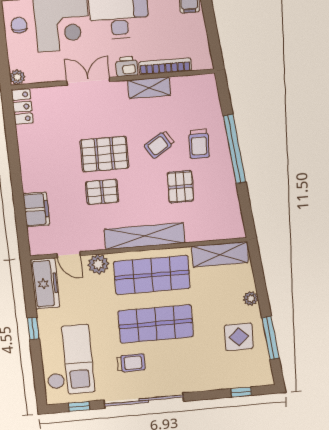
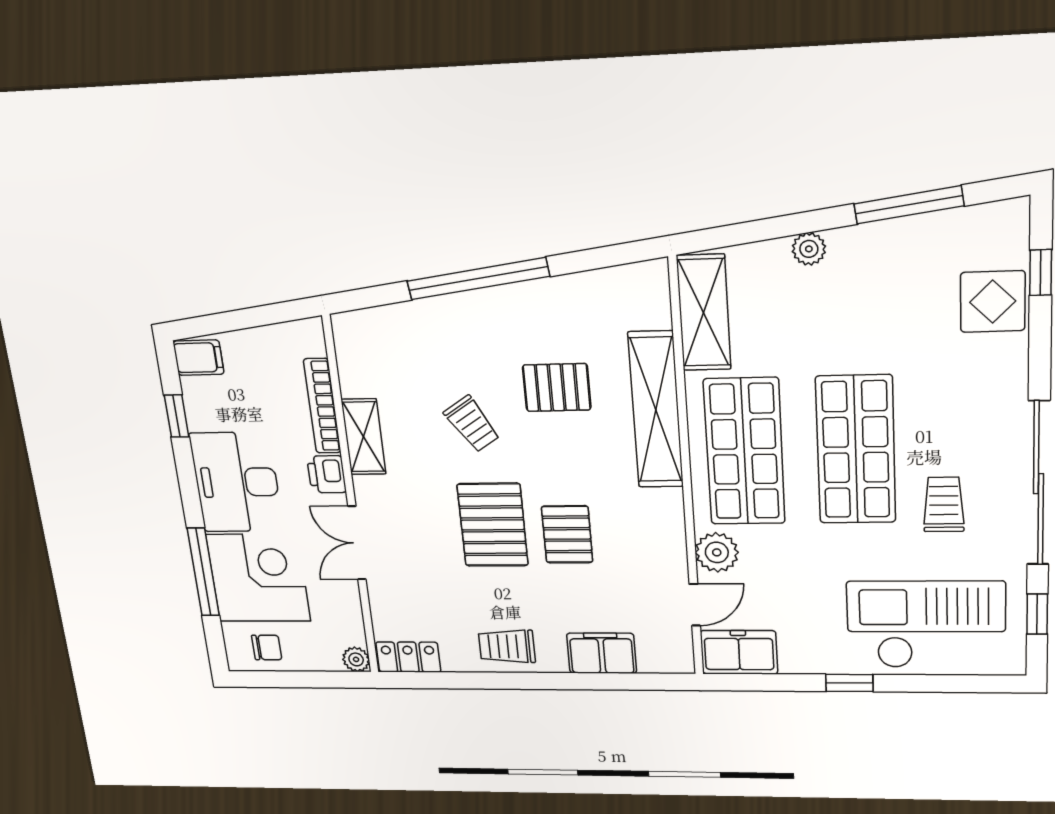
chair: (19, 25) -> (267, 647), turned 180
trolley: (199, 144) -> (507, 646), moved, turned 180
shelving: (145, 236) -> (656, 410), moved
freezer: (45, 284) -> (739, 652), width x0.71
display table: (239, 337) -> (993, 302), moved

